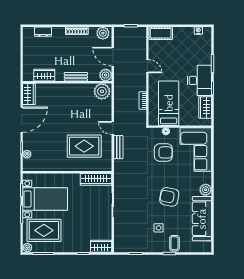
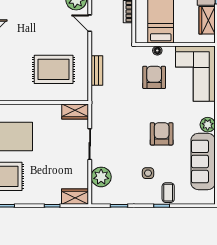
door: (113, 128) -> (90, 23), moved
armchair: (163, 152) -> (154, 77), turned -90
wardrobe: (96, 179) -> (75, 111), width x0.67
armchair: (169, 197) -> (162, 134), turned 79
plant: (122, 231) -> (101, 177), added

